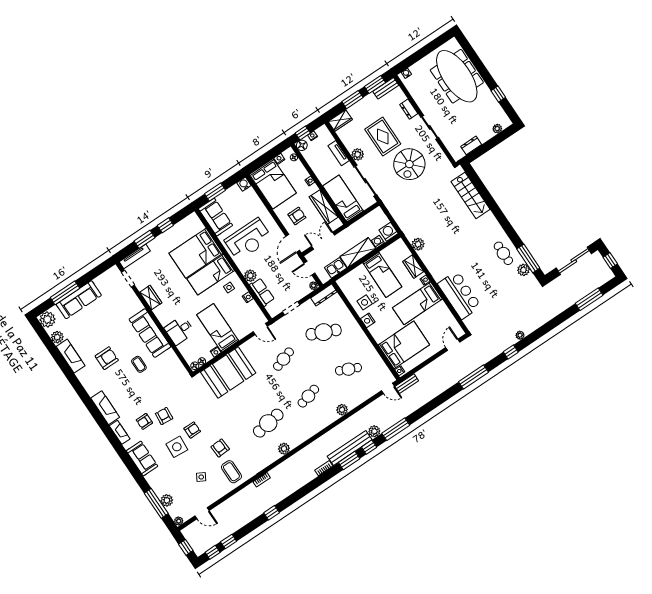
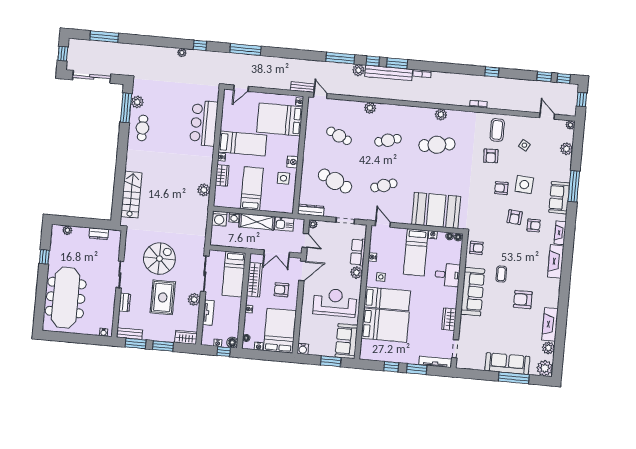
armchair: (174, 369) -> (476, 248), added
window: (156, 503) -> (574, 186), moved

